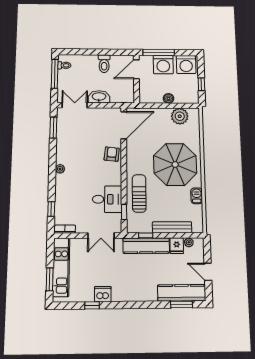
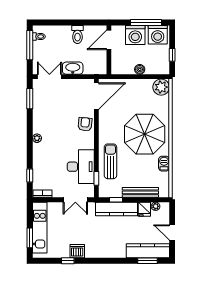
window: (159, 53) -> (146, 23), moved
plant: (180, 116) -> (161, 87), moved
desk: (107, 199) -> (81, 167), width x1.37

